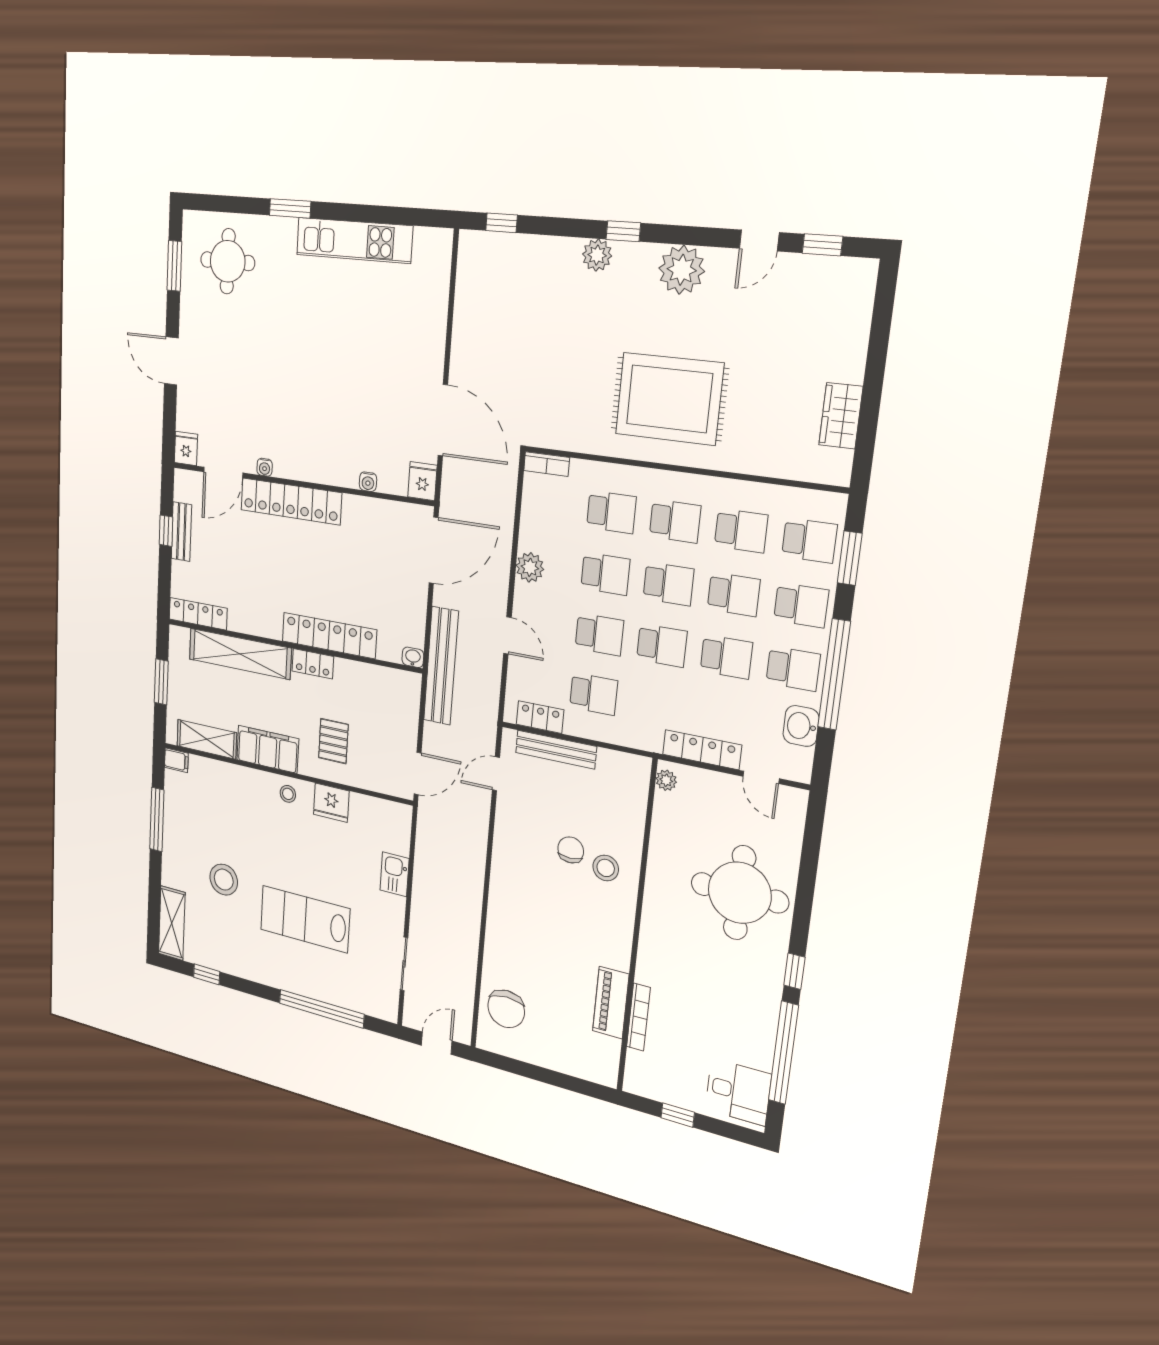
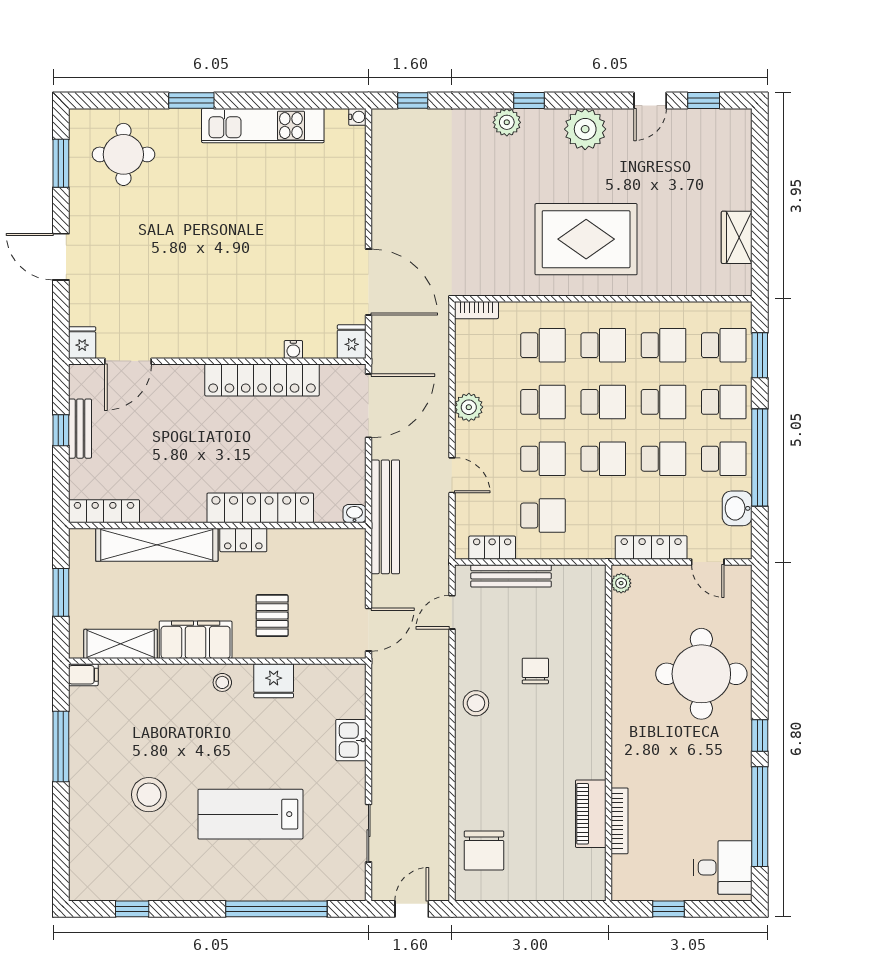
water cooler: (265, 467) -> (357, 117), moved, turned -90
locker: (291, 501) -> (262, 380), moved
stool: (606, 868) -> (476, 703), moved
shelving: (172, 923) -> (85, 861), removed

